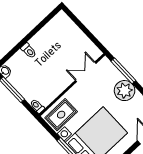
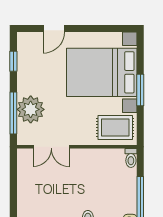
plant: (125, 91) -> (31, 109), moved

